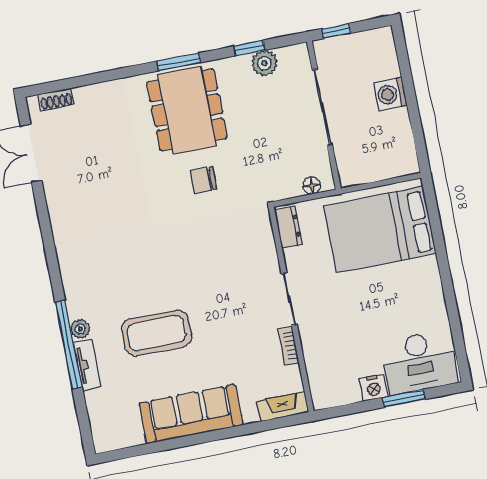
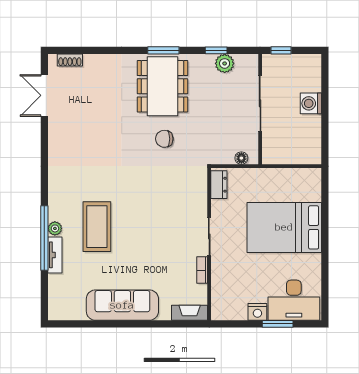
bed: (380, 230) -> (284, 227), moved
coffee table: (156, 333) -> (97, 227), moved, turned 90

